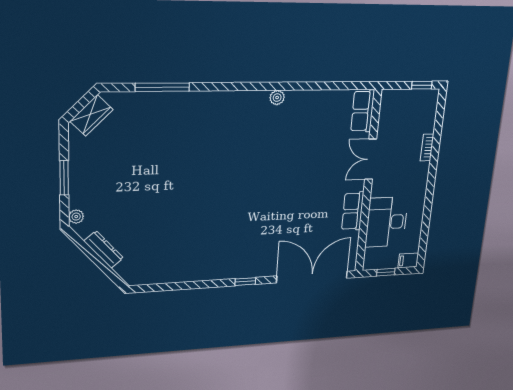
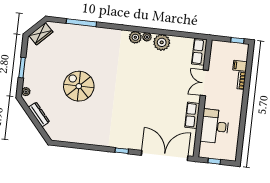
plant: (258, 101) -> (135, 37), added
plant: (302, 104) -> (162, 42), added
spiral stairs: (167, 194) -> (79, 86), added
filing cabinet: (408, 260) -> (240, 66), moved

